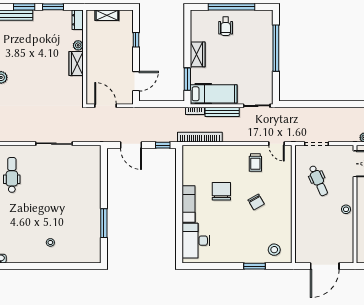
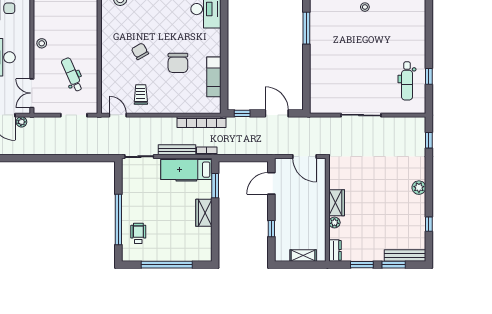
wheelchair: (226, 26) -> (138, 233), moved
exam couch: (189, 204) -> (214, 77), moved

